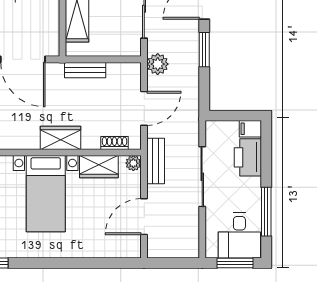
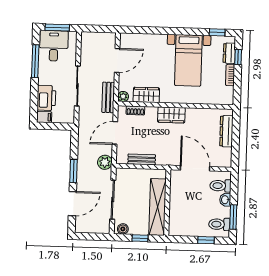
bench: (85, 70) -> (142, 159), moved
bed with nightstands: (46, 194) -> (188, 60), moved, turned 180

